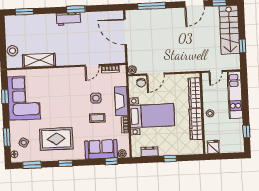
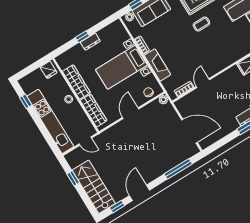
door: (215, 71) -> (85, 141), swing flipped
door: (155, 74) -> (131, 113), moved
kitchen unit: (235, 95) -> (50, 121), width x1.36
side table: (96, 98) -> (182, 55), removed
coffee table: (97, 118) -> (201, 24), moved
dresser: (149, 152) -> (90, 42), moved

